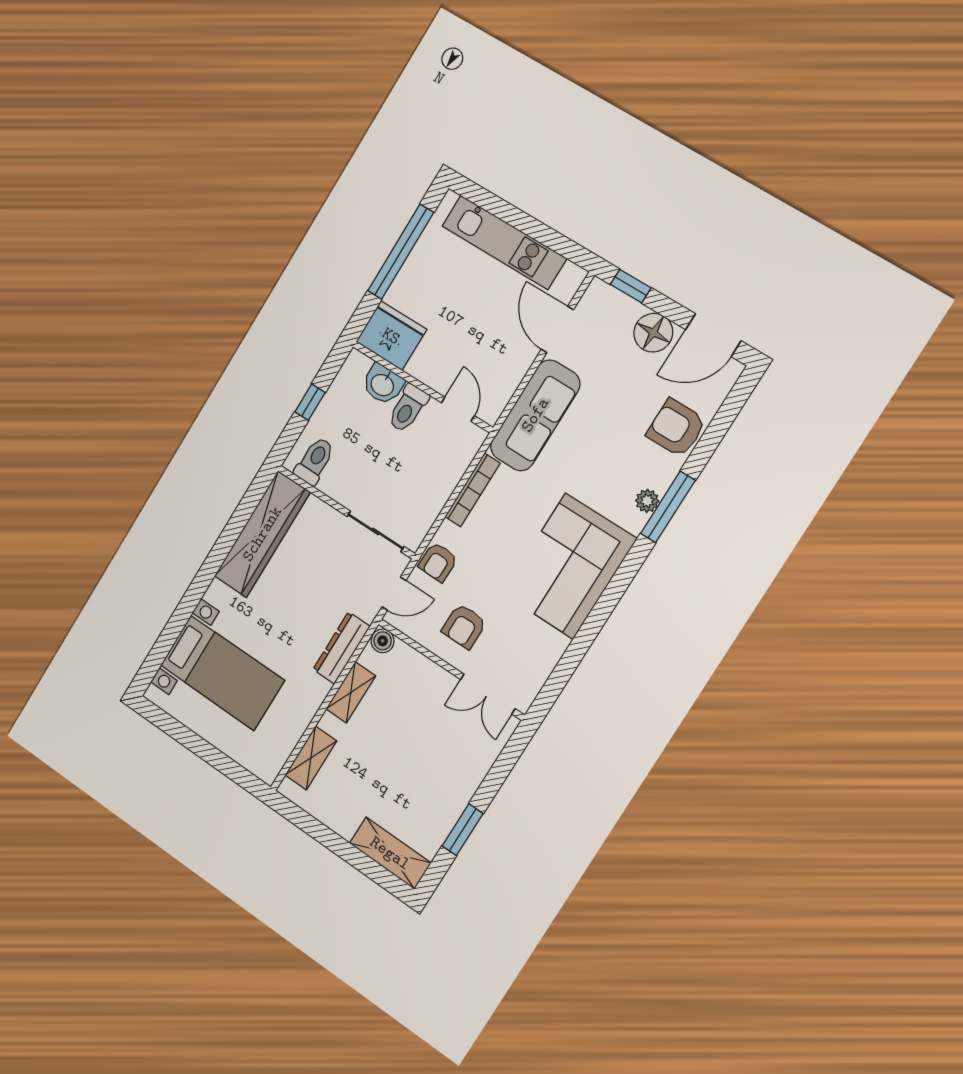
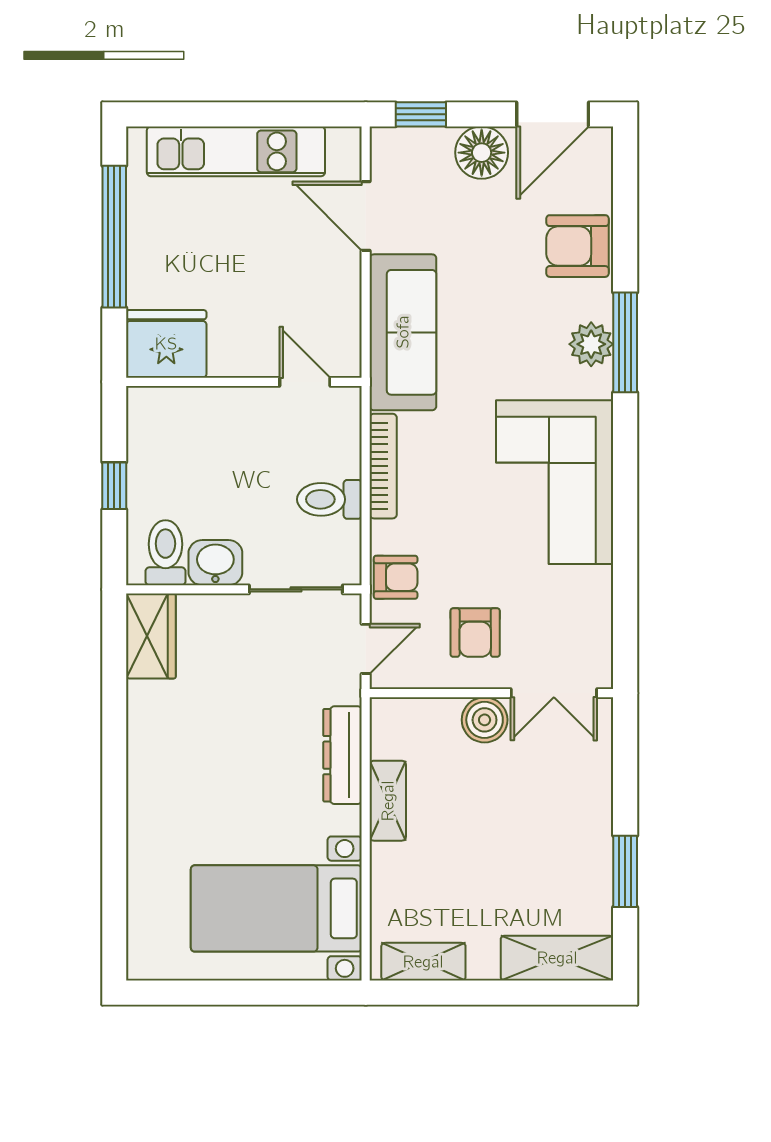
washbasin: (383, 384) -> (215, 563), moved, turned 180
toilet: (408, 408) -> (329, 499), moved, turned 90
plant: (647, 501) -> (591, 344), width x1.38, depth x1.38
wardrobe: (262, 534) -> (151, 636), width x0.48, depth x0.85
armchair: (438, 562) -> (396, 577), turned -91
boiler: (383, 641) -> (485, 720), moved, width x1.36, depth x1.36
bed with nightstands: (222, 673) -> (276, 908), moved, turned 180
shelving: (311, 758) -> (423, 962), moved, turned 90

